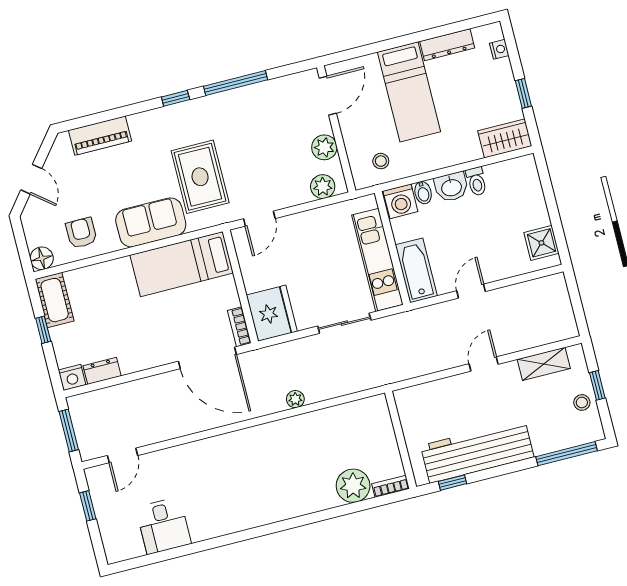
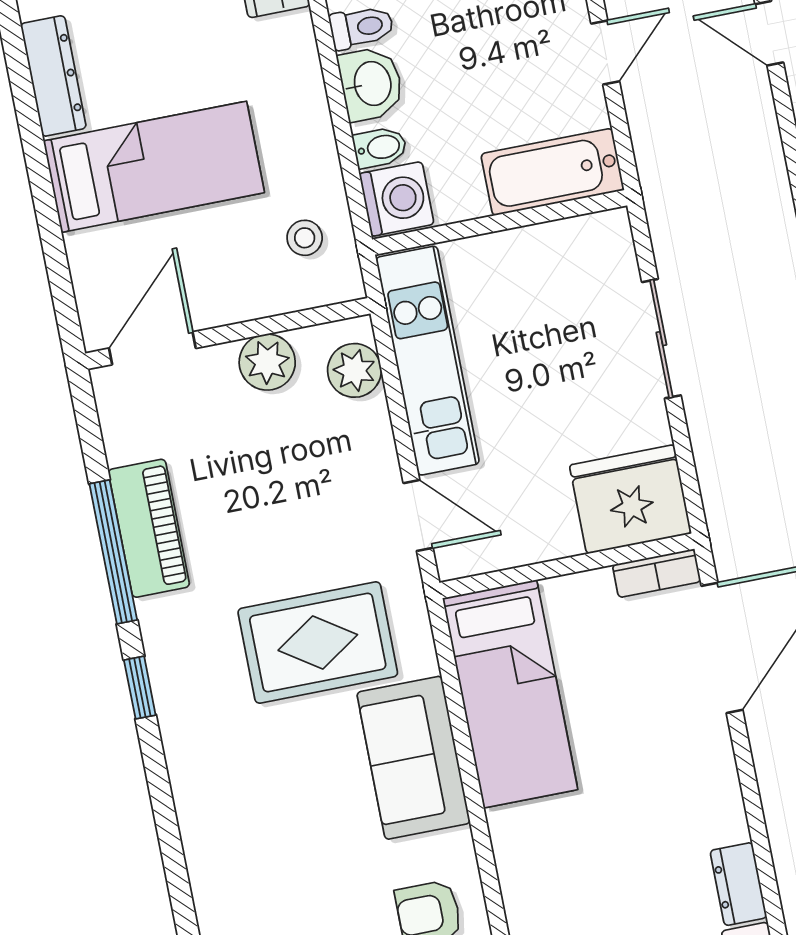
door: (328, 96) -> (152, 348), hinge flipped
piano: (100, 136) -> (149, 528), moved
kitchen unit: (377, 260) -> (428, 361), moved, turned -90
door: (471, 291) -> (605, 52), swing flipped

